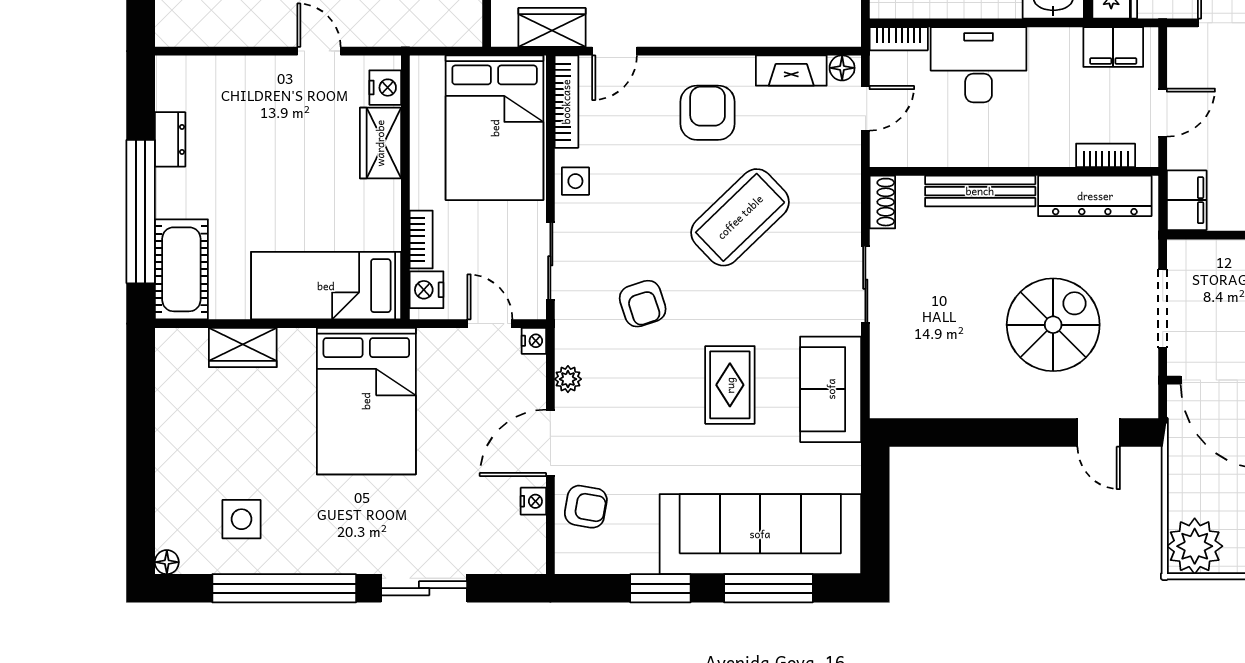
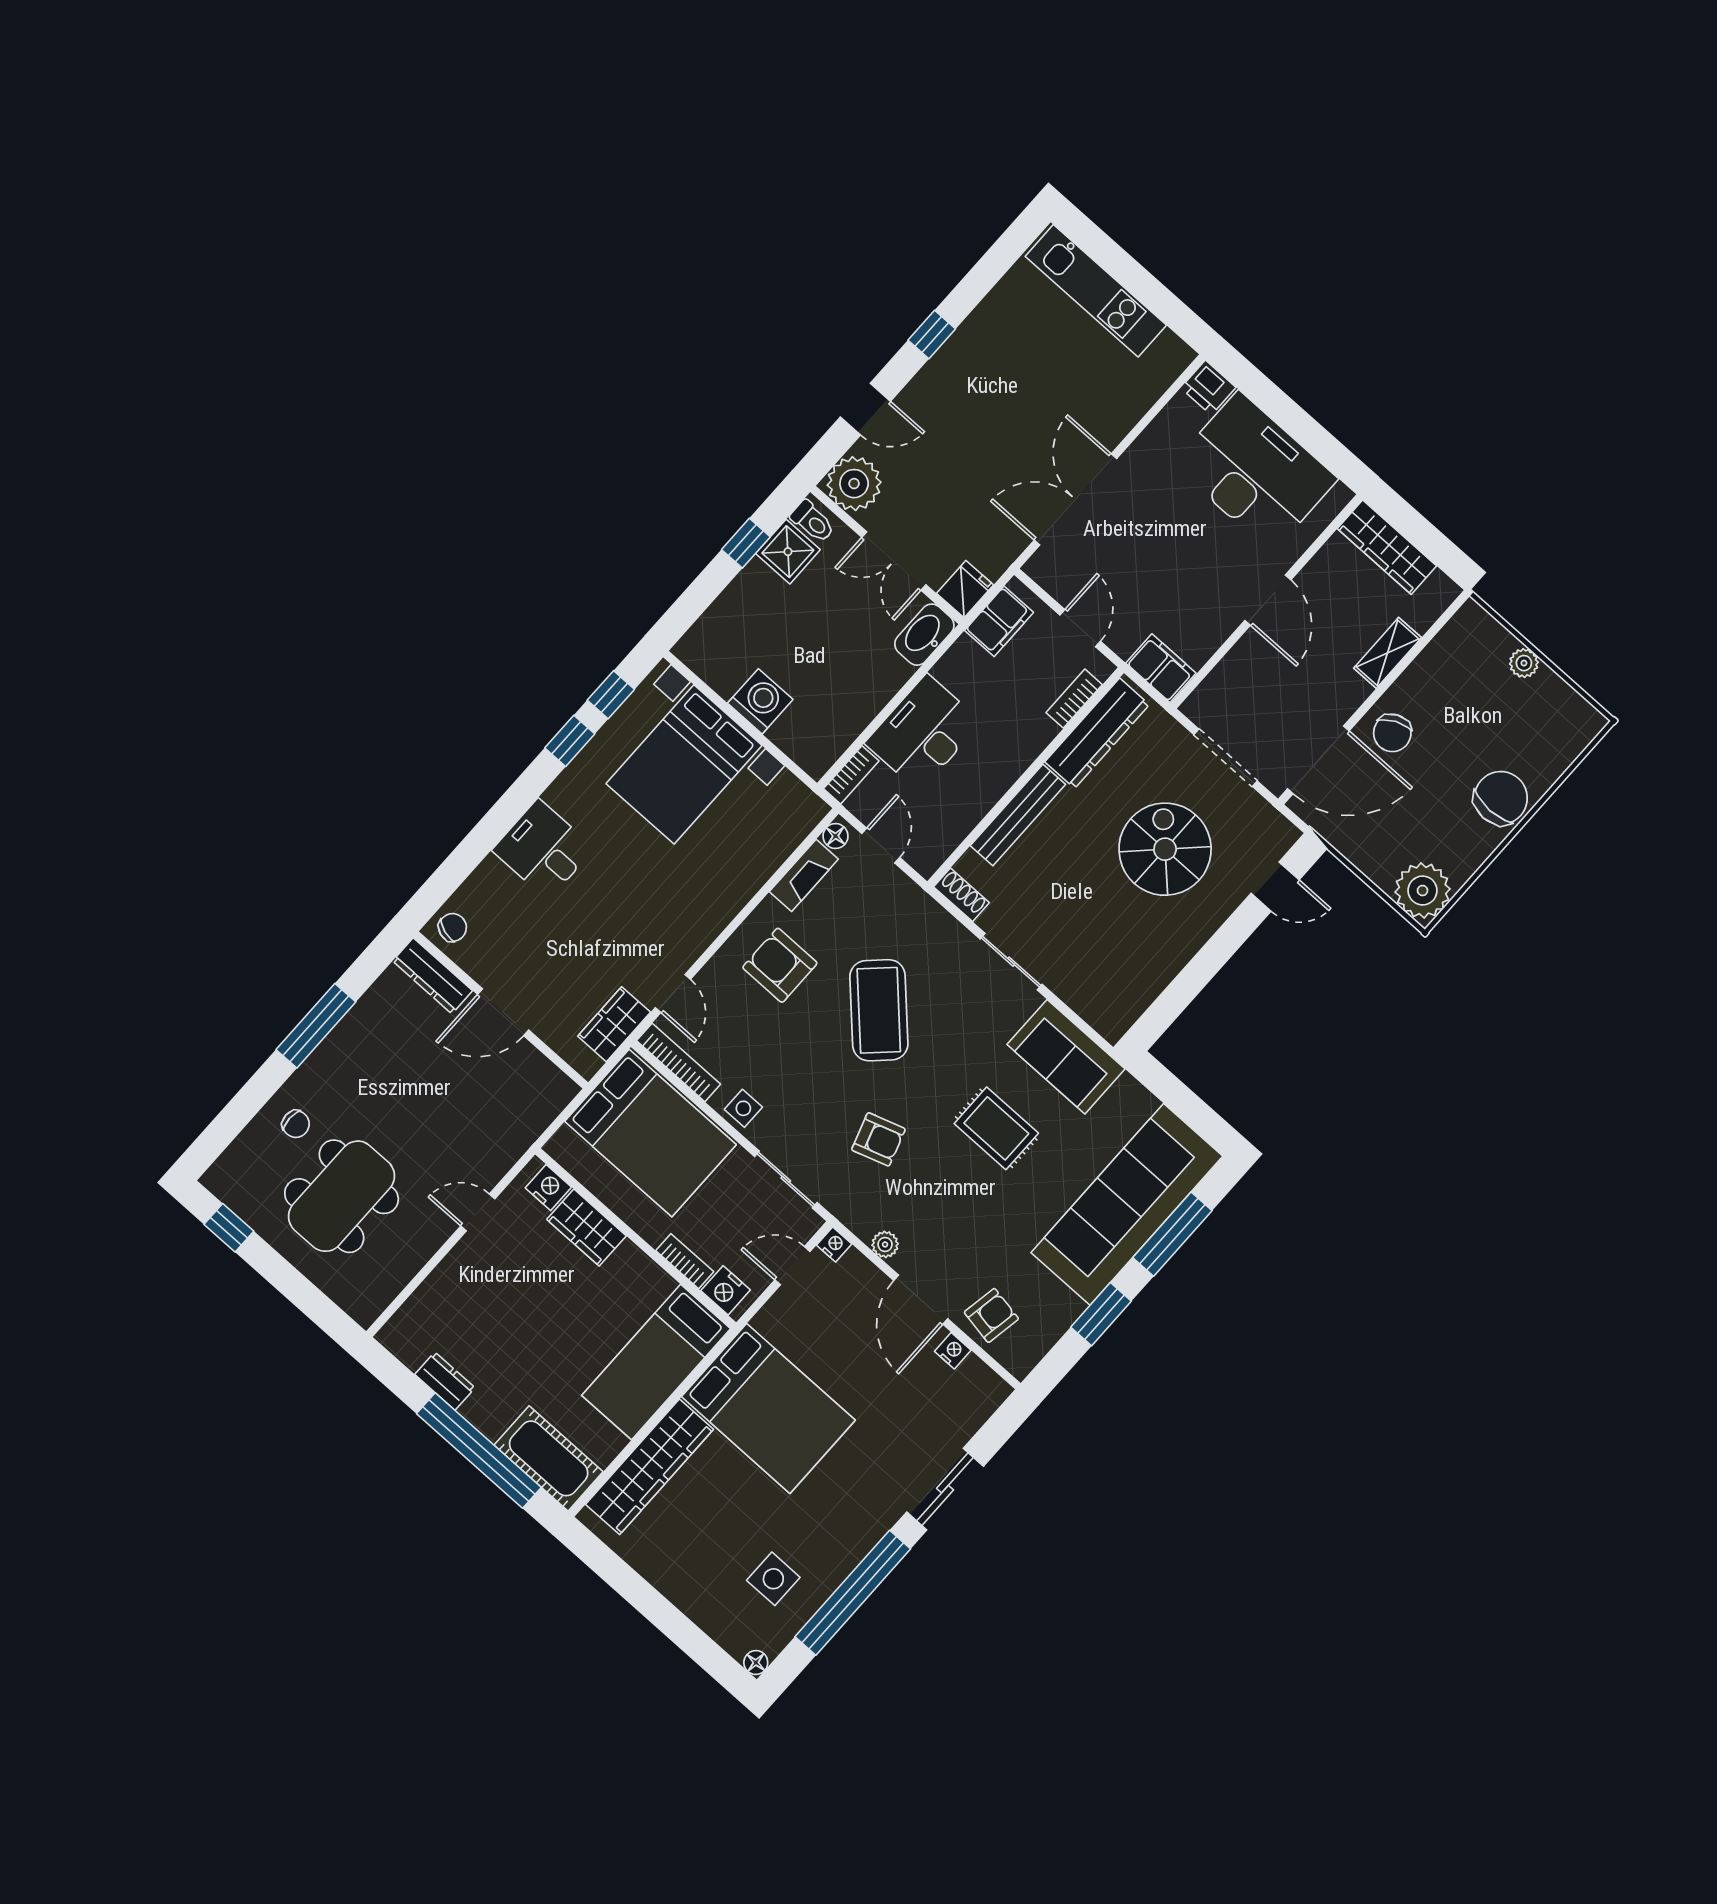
wardrobe: (243, 347) -> (650, 1467), width x2.10, depth x1.17

